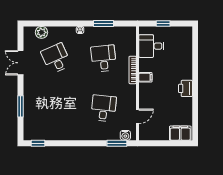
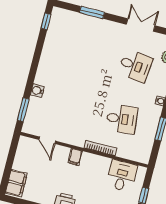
desk: (56, 58) -> (135, 66), turned 30
filing cabinet: (145, 77) -> (75, 157), moved
desk: (104, 108) -> (66, 105), removed
water cooler: (125, 135) -> (37, 91), moved

